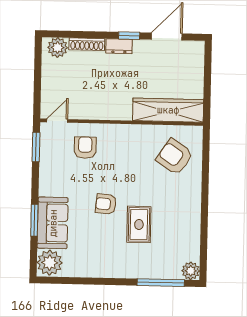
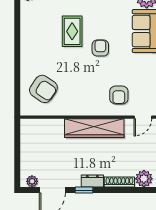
plant: (191, 47) -> (32, 181), added
wardrobe: (168, 110) -> (94, 128), moved
armchair: (106, 204) -> (100, 48), turned -95

